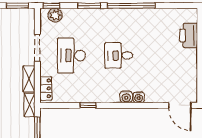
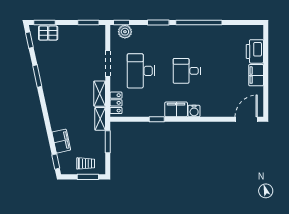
filing cabinet: (190, 60) -> (256, 75), added
filing cabinet: (108, 95) -> (176, 109), added
water cooler: (139, 97) -> (206, 111), removed
door: (180, 105) -> (246, 119), swing flipped

